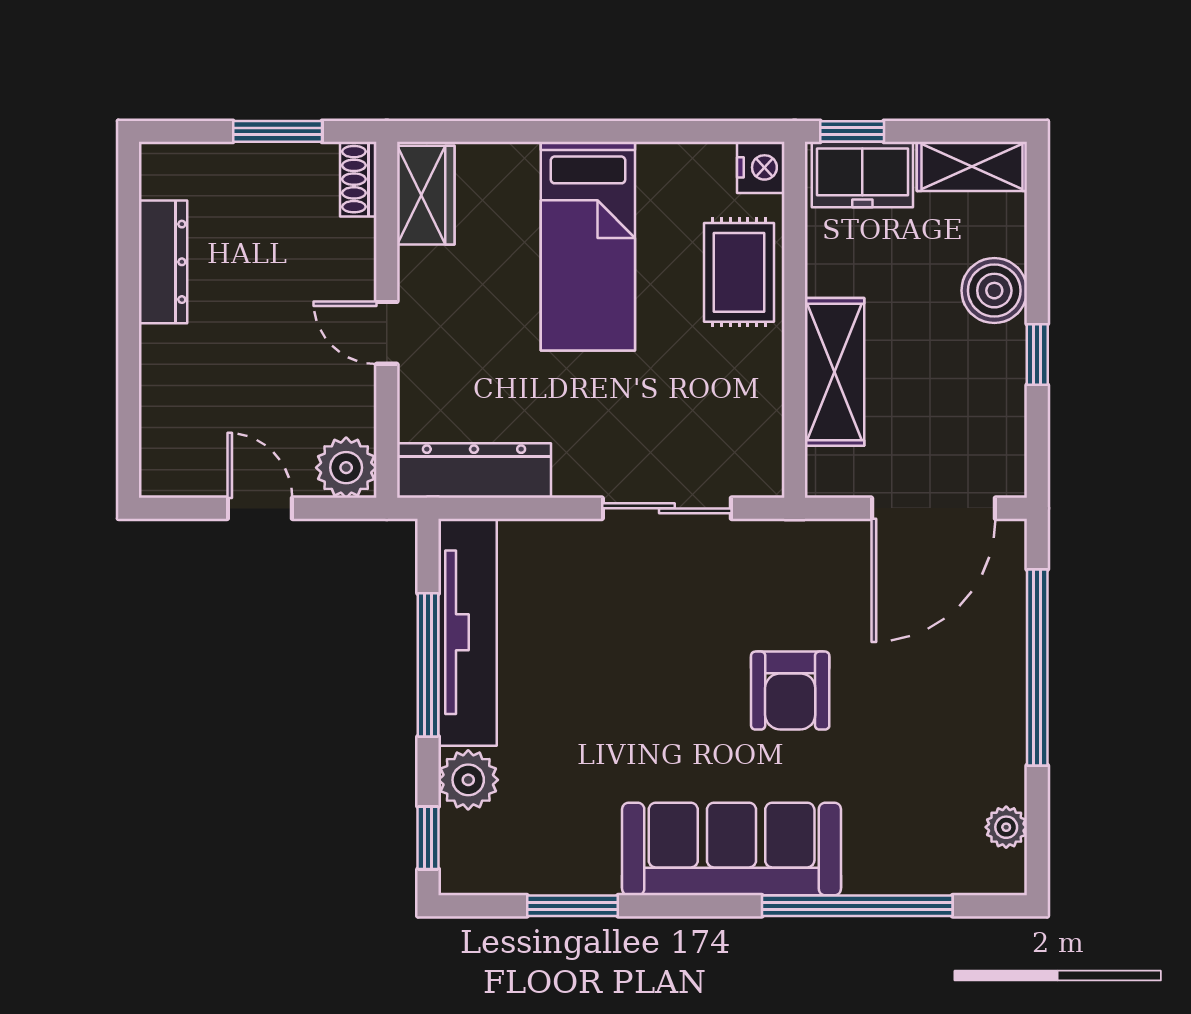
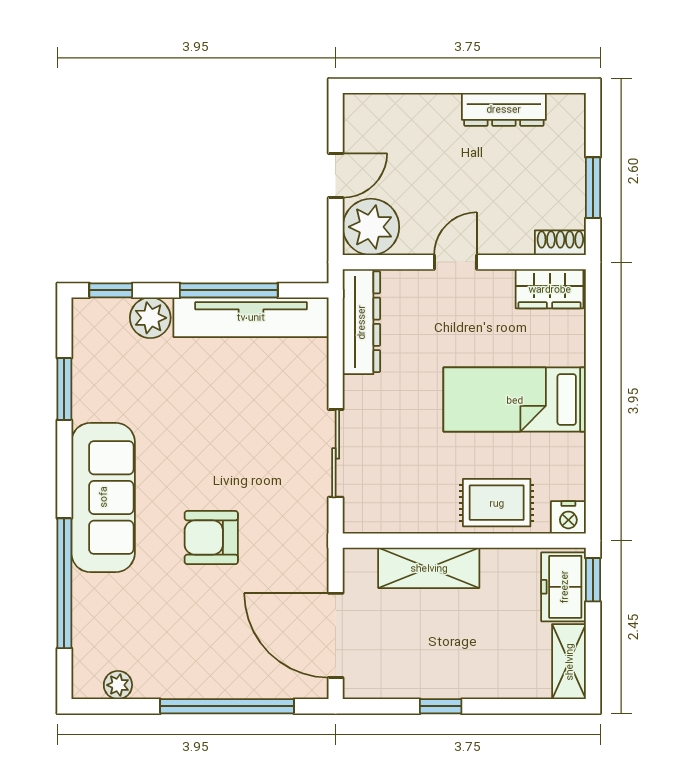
boiler: (994, 291) -> (484, 677), removed
plant: (346, 468) -> (371, 227), width x1.36, depth x1.36

